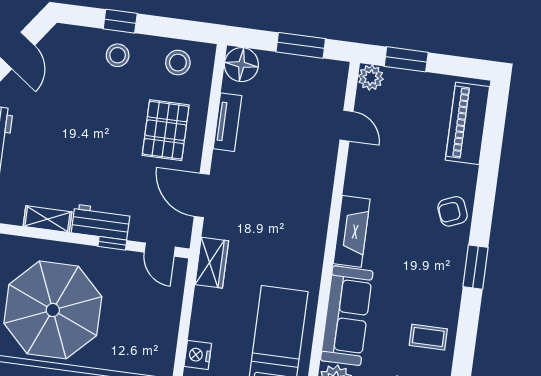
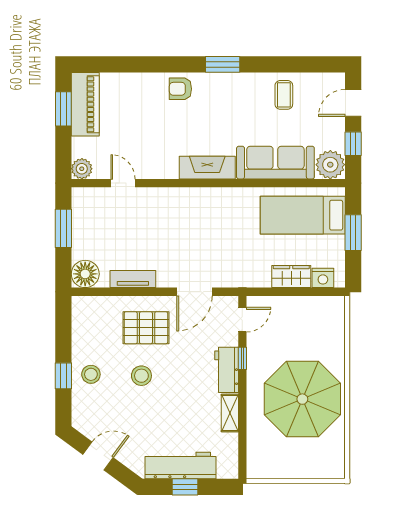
window: (406, 59) -> (63, 109), moved
stool: (178, 63) -> (141, 376), moved
piano: (467, 123) -> (85, 104), moved, turned -90
door: (346, 126) -> (123, 183), hinge flipped
armchair: (453, 211) -> (180, 89), turned 112
wardrobe: (212, 263) -> (291, 276), moved

